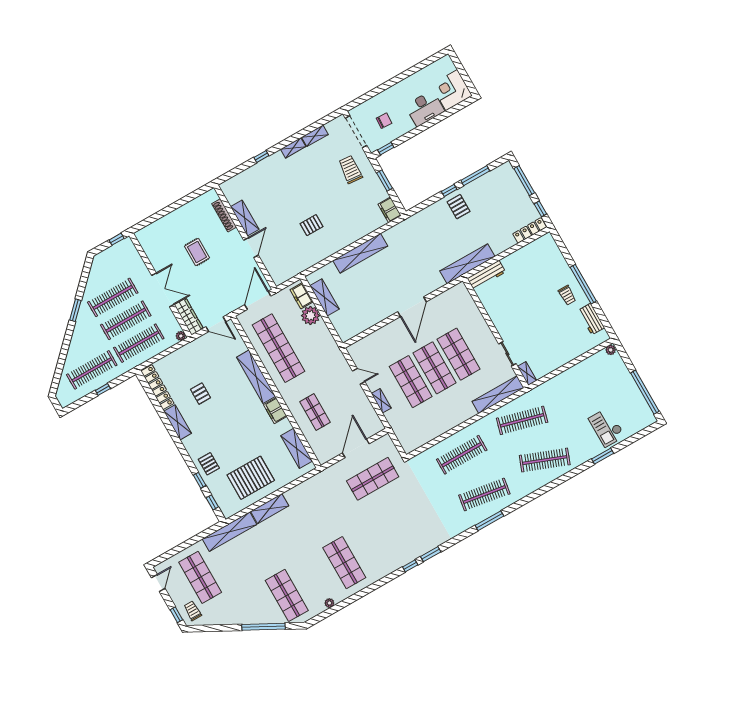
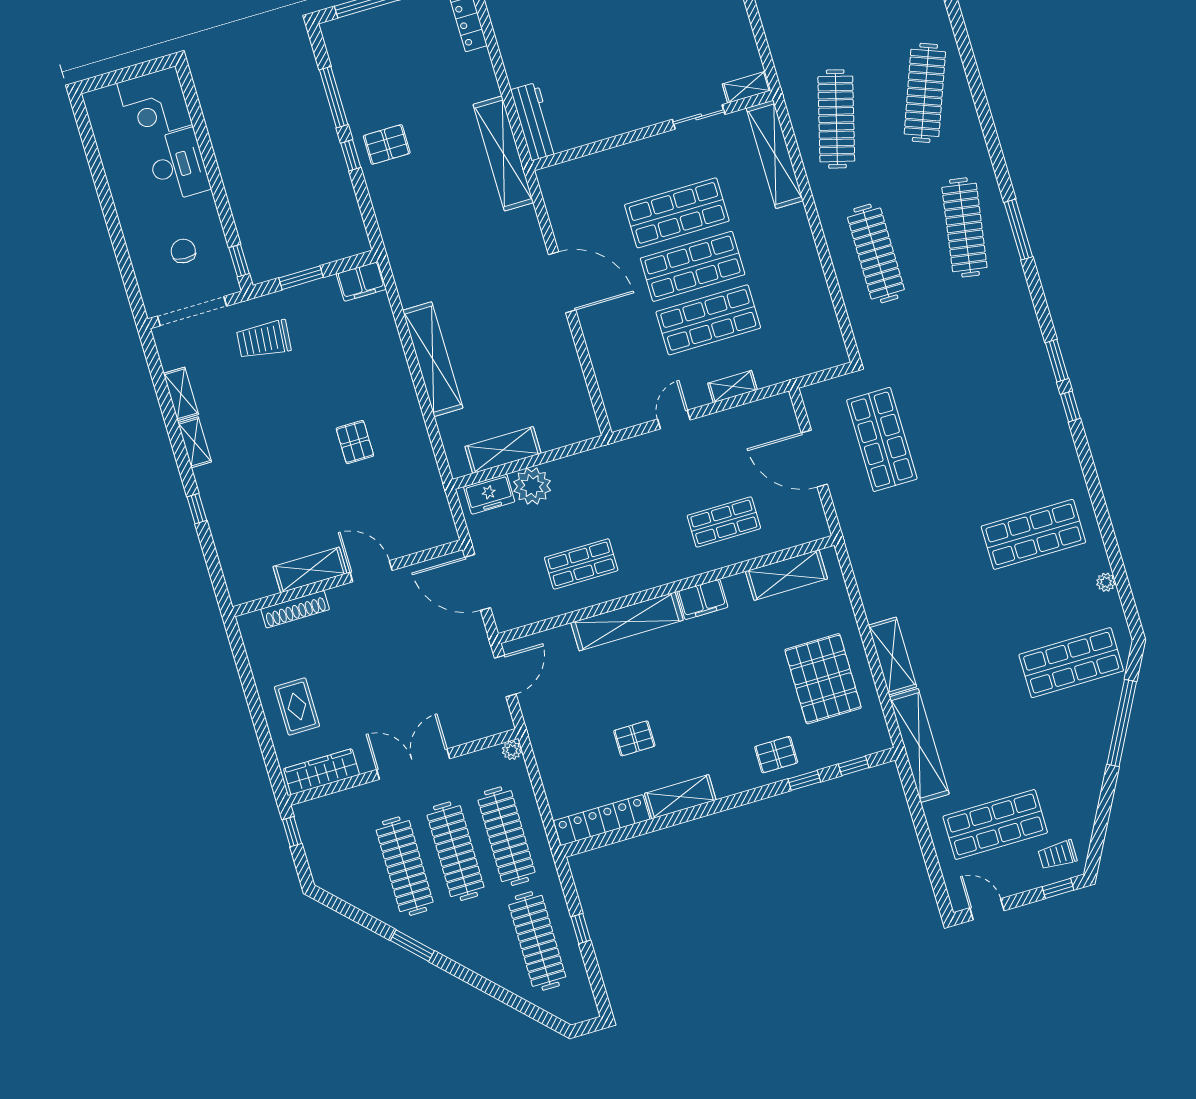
rug: (197, 252) -> (297, 707), moved, turned 90
wardrobe: (189, 317) -> (321, 772), moved
shop shelf: (279, 348) -> (581, 564), width x0.50, depth x0.74

